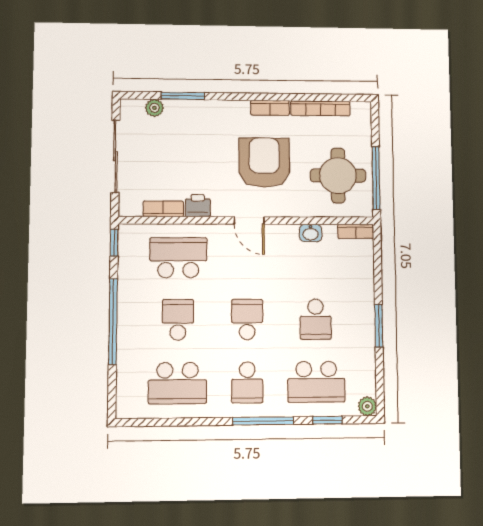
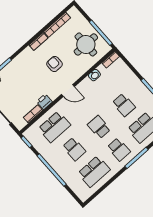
armchair: (264, 163) -> (54, 64), width x0.53, depth x0.53
school desk: (178, 258) -> (54, 127), turned 180
school desk: (178, 320) -> (74, 149), turned 180

